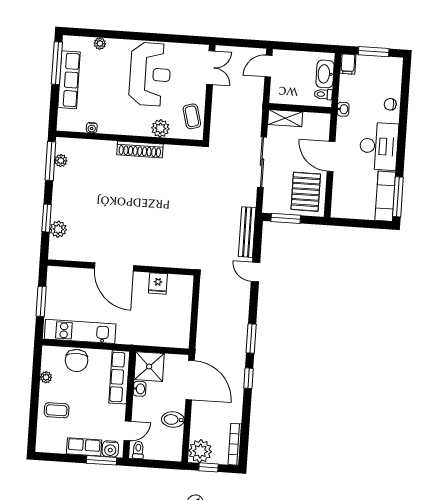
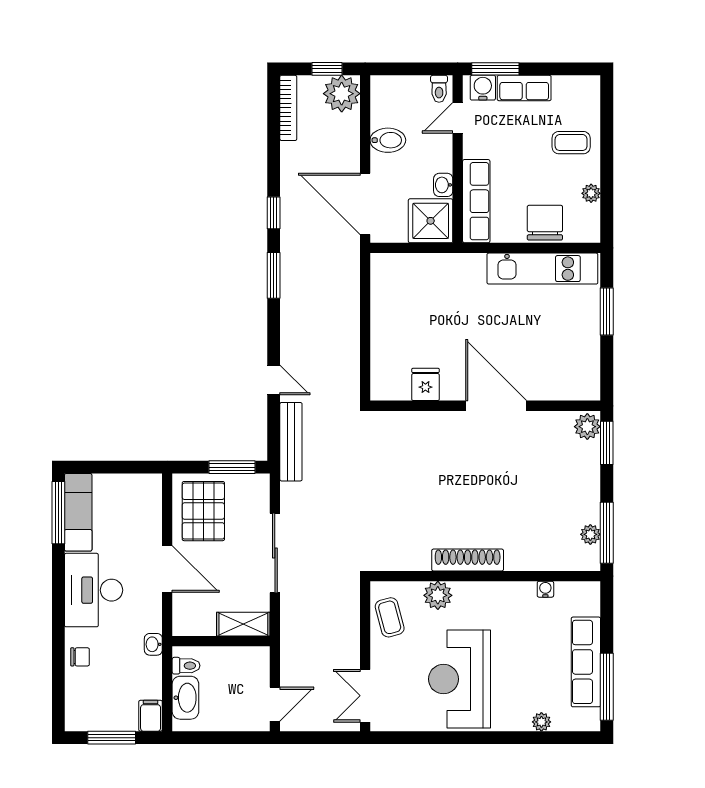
door: (114, 267) -> (496, 406), moved
wall: (121, 267) -> (485, 406), moved
fridge: (158, 283) -> (425, 384), moved

